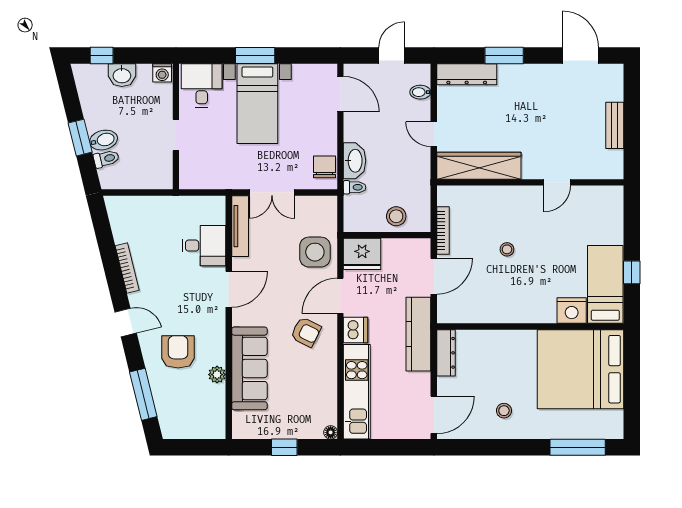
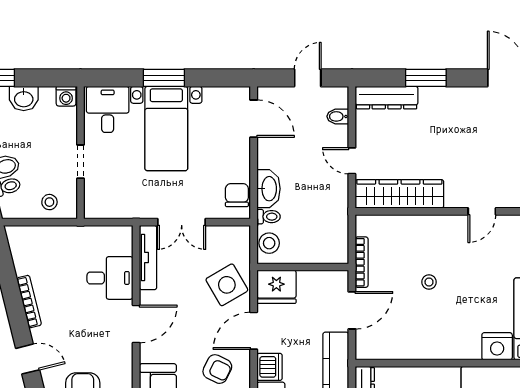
stool: (146, 173) -> (49, 202), added
stool: (396, 216) -> (269, 243), moved
side table: (315, 252) -> (227, 285), turned -30

